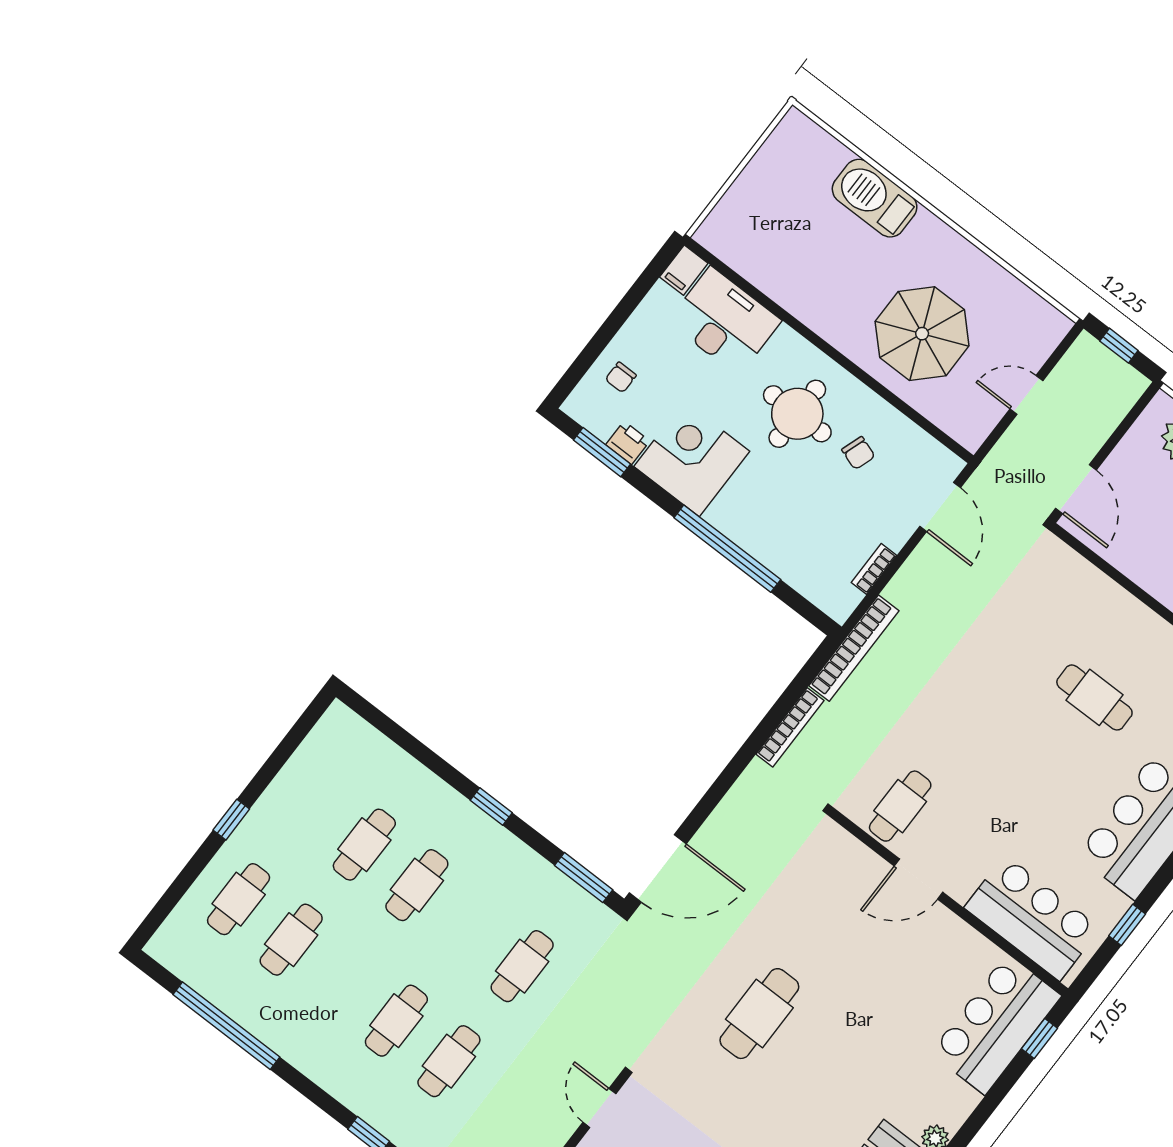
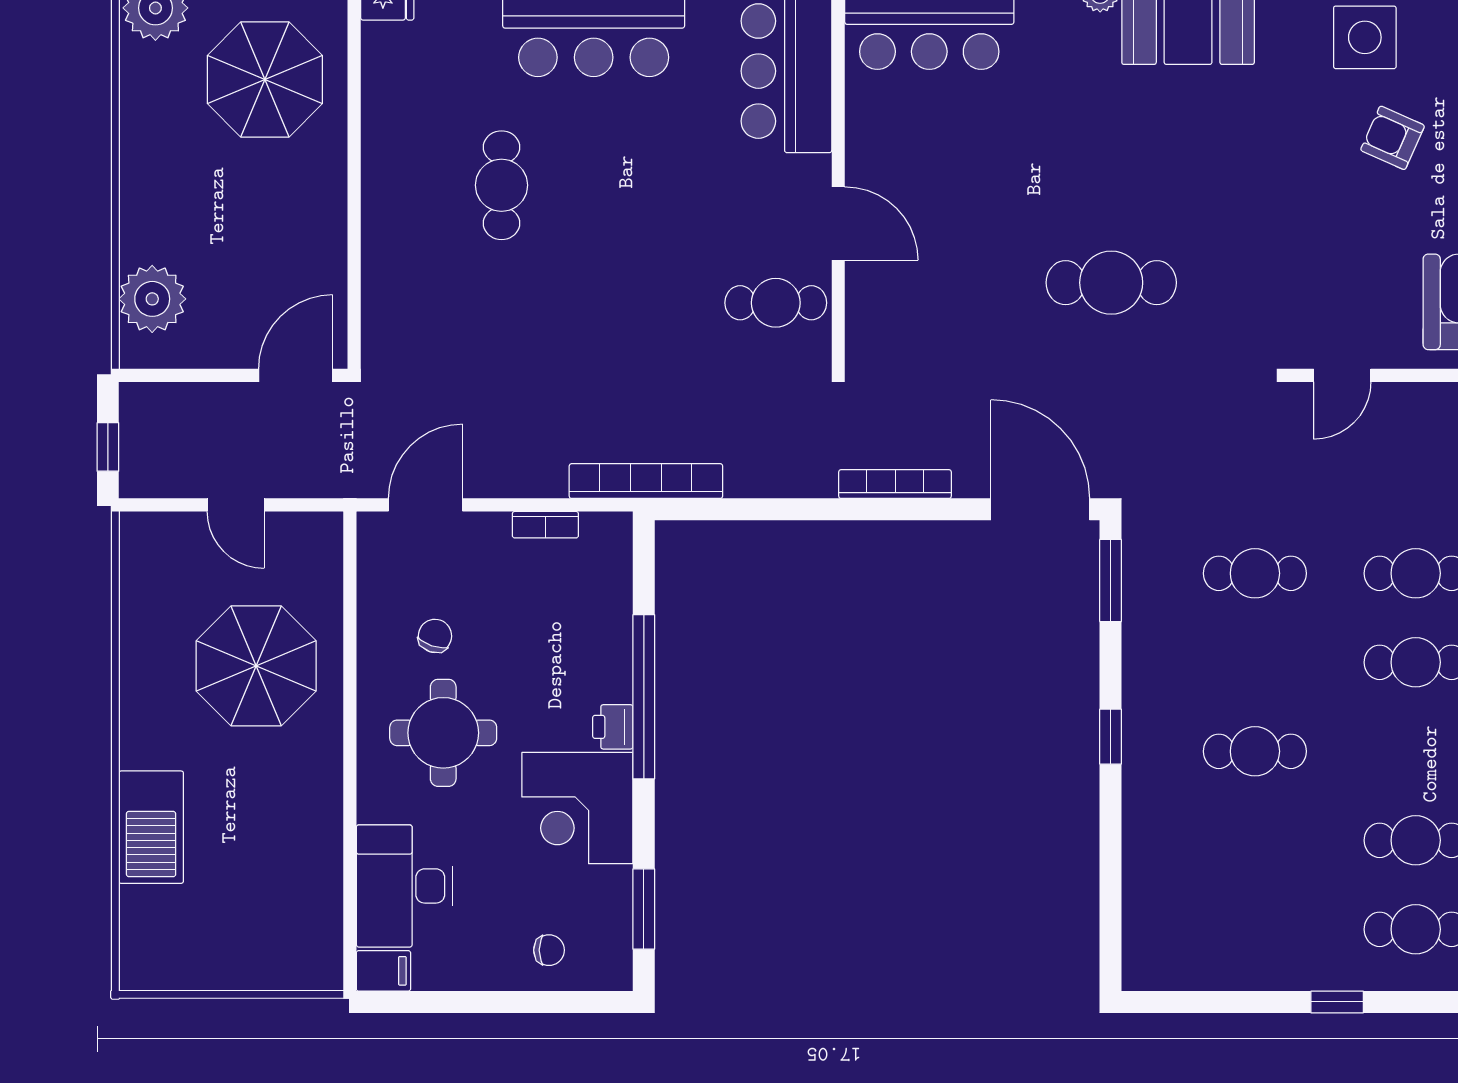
printer: (628, 443) -> (613, 727), moved
bookcase: (790, 727) -> (895, 484), moved
cafe table: (364, 845) -> (1255, 840), removed

